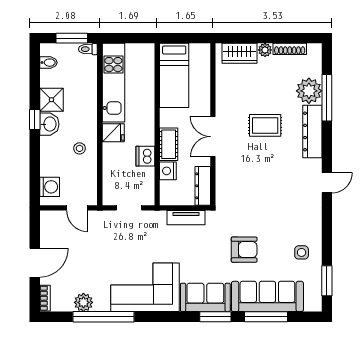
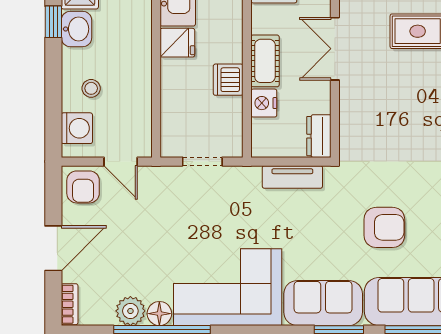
stool: (80, 148) -> (91, 88), moved
dresser: (203, 186) -> (319, 136), width x0.70
armchair: (54, 224) -> (83, 187), added
floor lamp: (102, 304) -> (159, 314), added

